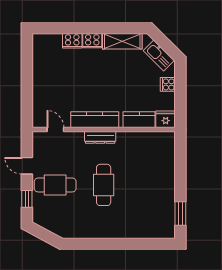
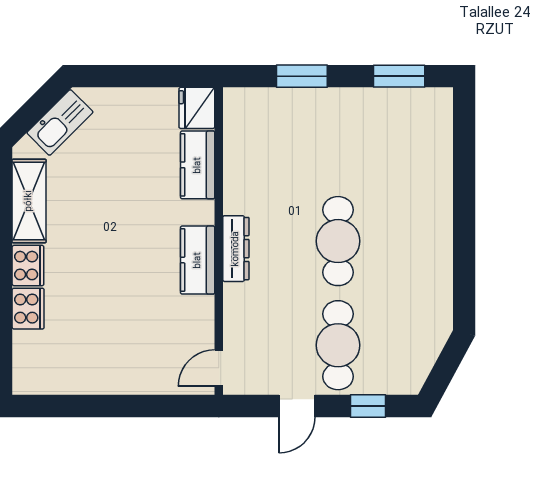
cooker: (168, 84) -> (122, 103), removed
kitchen counter: (95, 120) -> (198, 260), width x0.67
door: (55, 129) -> (219, 368), moved
window: (180, 168) -> (302, 76), added
cafe table: (104, 185) -> (338, 241), turned 90

